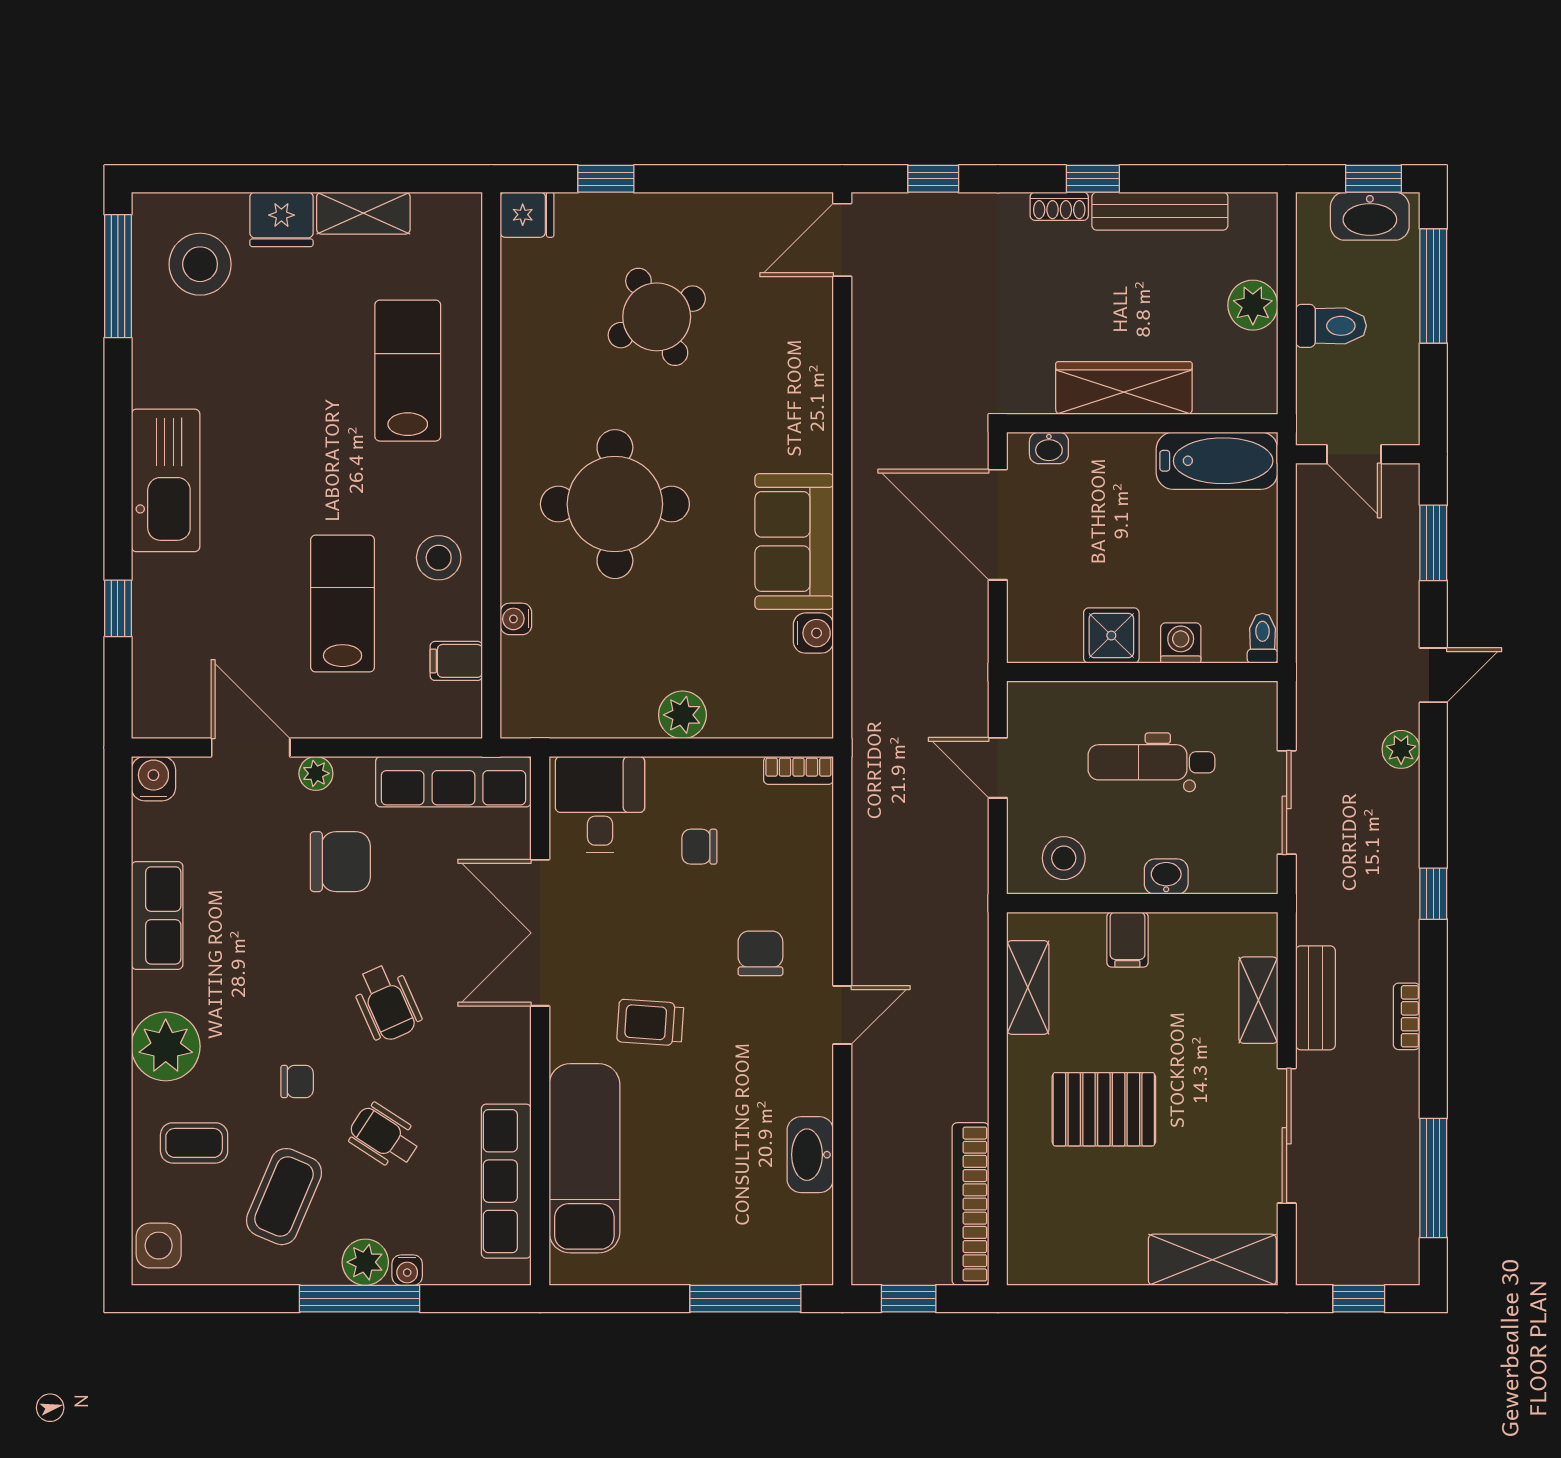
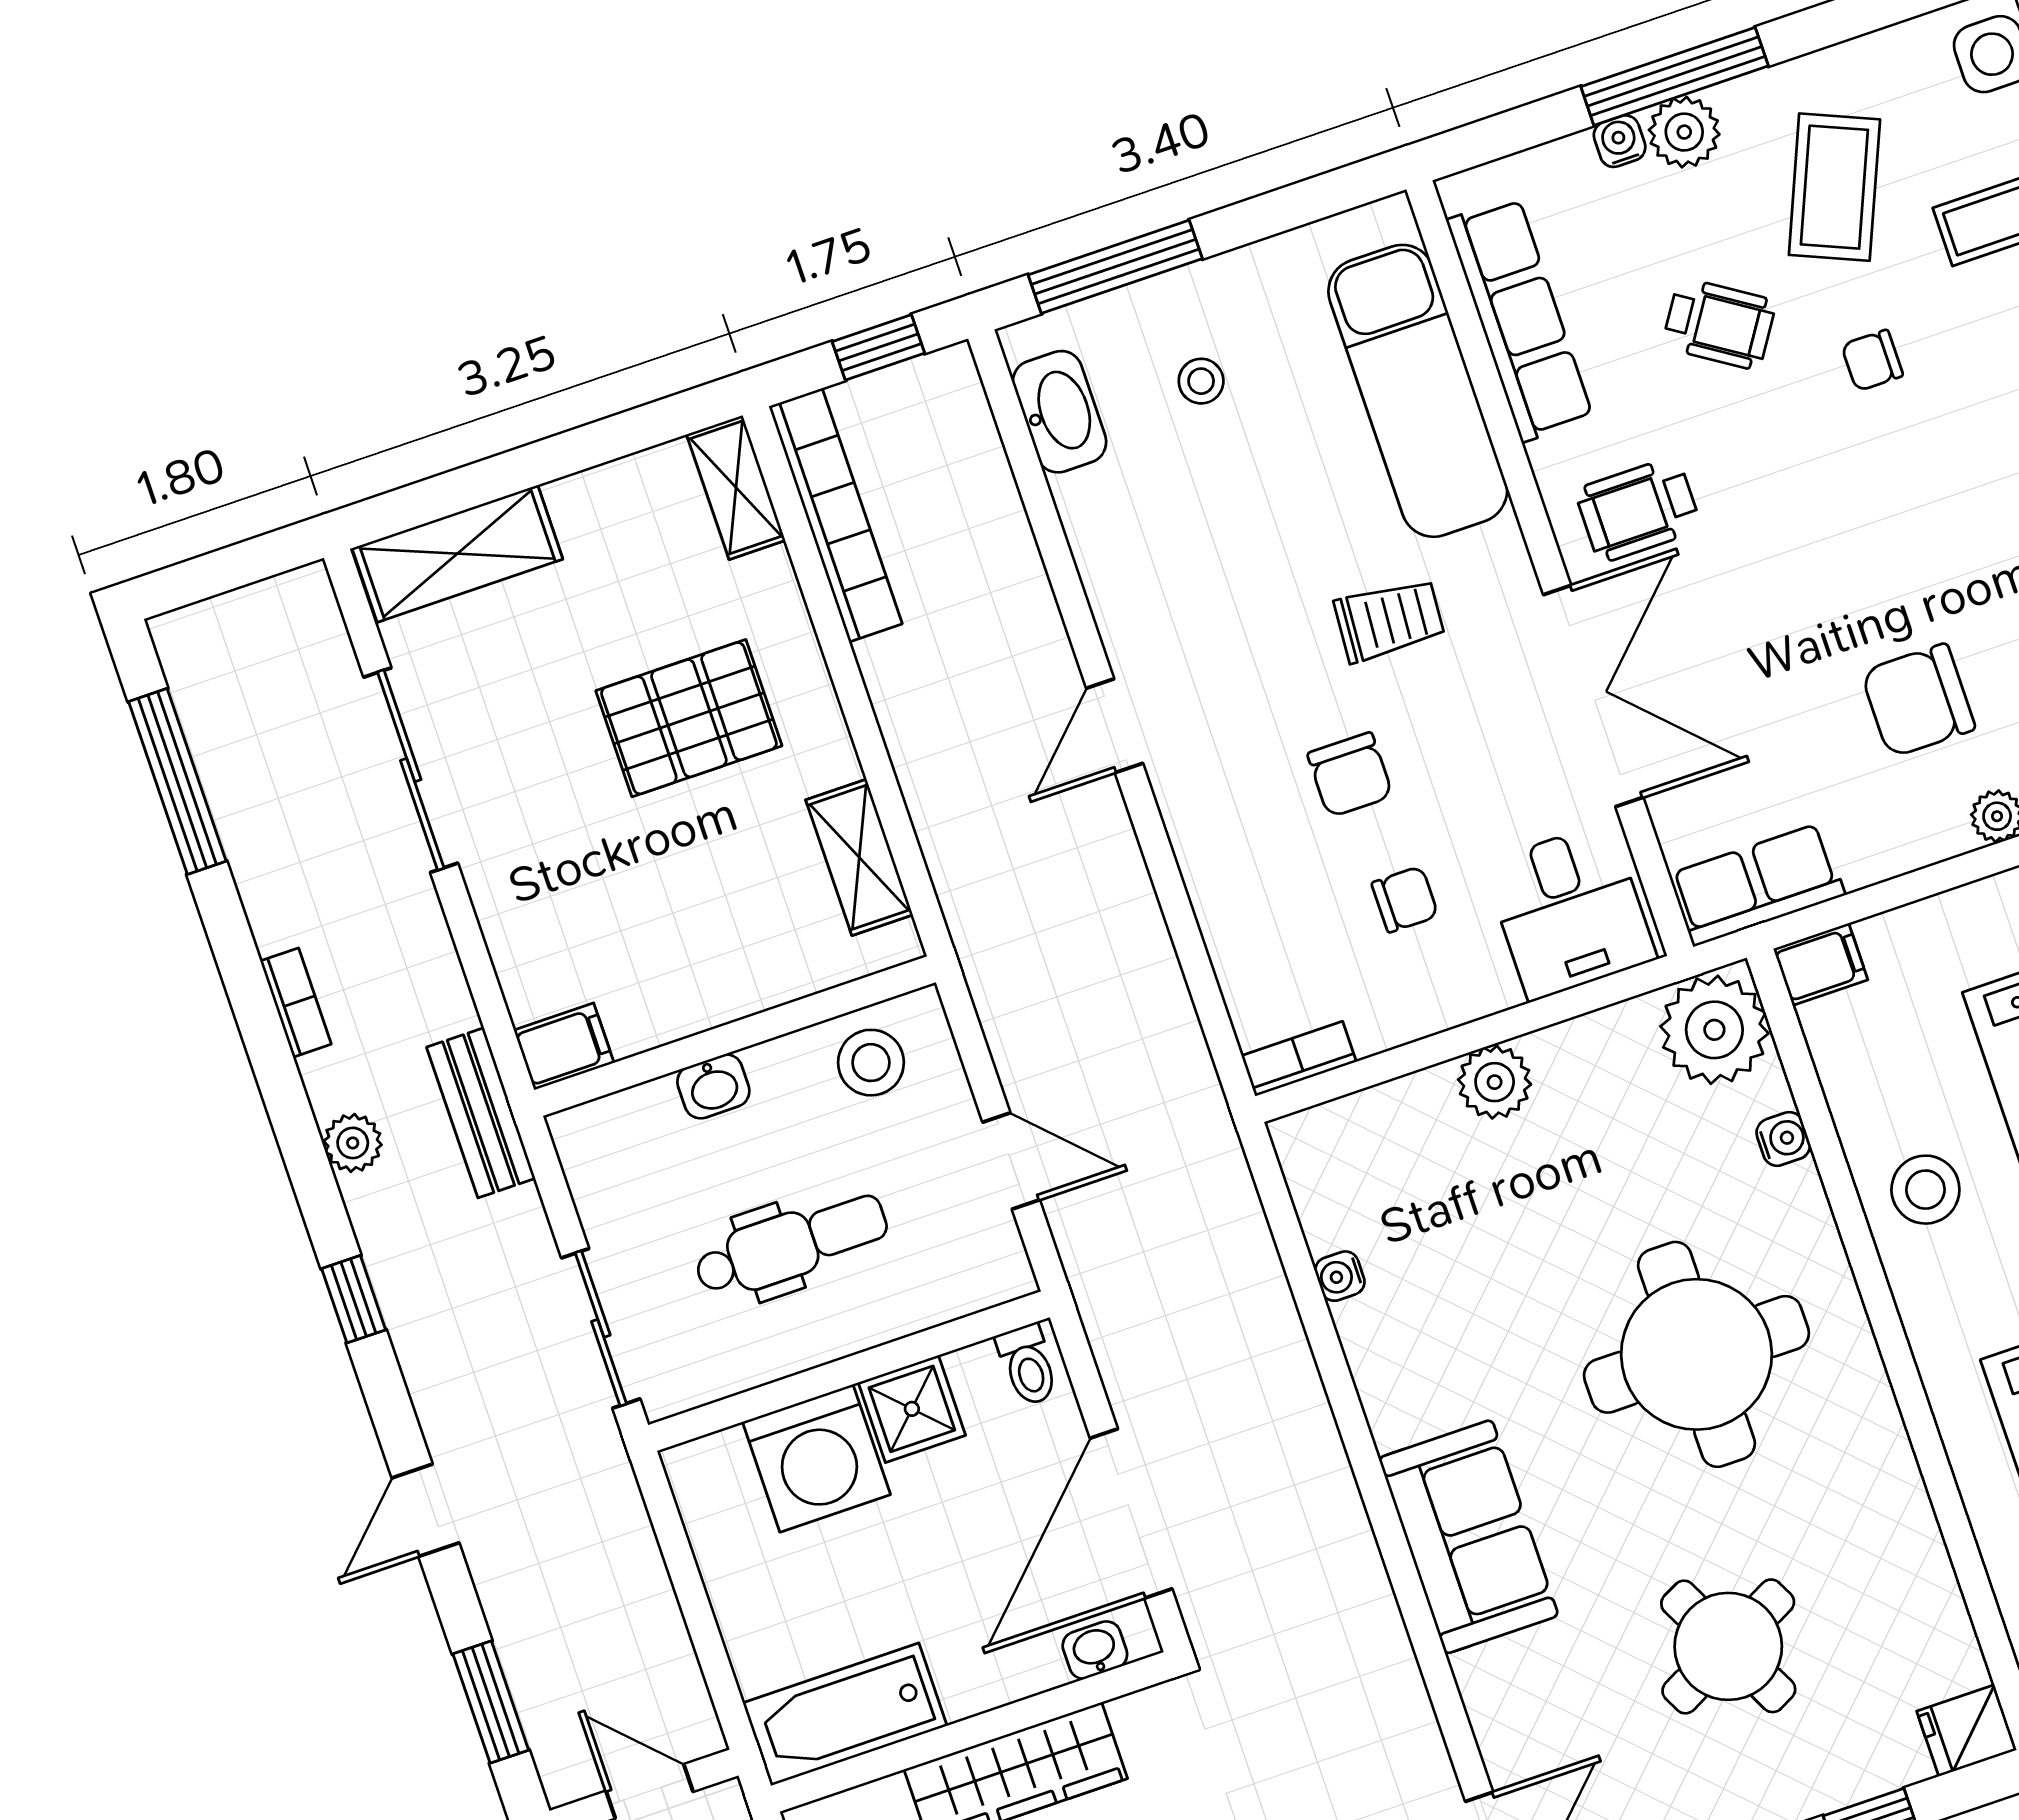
door: (998, 525) -> (1131, 1514), swing flipped
sofa: (794, 542) -> (1469, 1537), moved
water cooler: (813, 633) -> (1340, 1276), width x0.72, depth x0.72
toilet: (1262, 638) -> (1028, 1365), moved
washing machine: (1181, 643) -> (816, 1458), width x1.89, depth x1.89
filing cabinet: (456, 661) -> (1820, 964), moved
plant: (536, 701) -> (1714, 1030), added
plant: (1401, 749) -> (353, 1143), moved
row of seats: (453, 782) -> (1757, 885), width x0.68
sliding door: (1287, 802) -> (601, 1328), moved
window: (1433, 894) -> (354, 1299), moved
filing cabinet: (1127, 940) -> (564, 1046), moved, turned 90
chair: (760, 953) -> (1350, 775), moved
bench: (1315, 998) -> (481, 1113), moved
shelving: (1258, 1000) -> (736, 487), moved
wheelchair: (387, 1003) -> (1638, 510), moved, turned -66
washbasin: (810, 1155) -> (1060, 412), moved
stool: (716, 1210) -> (1201, 381), added
window: (1359, 1299) -> (226, 570), removed

